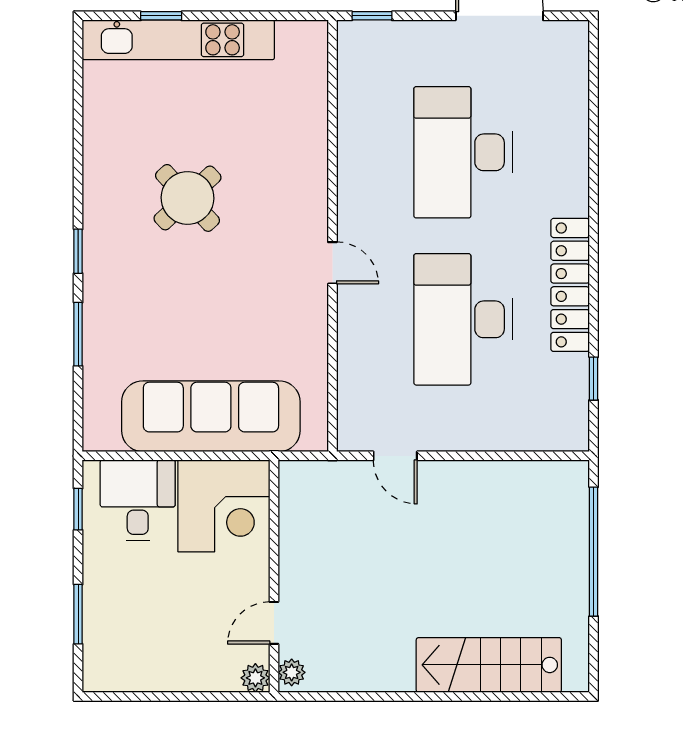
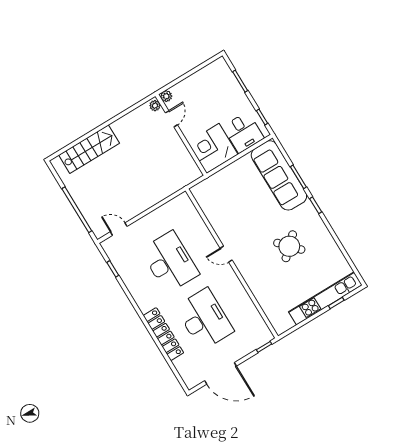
locker: (570, 285) -> (163, 334), moved
sofa: (211, 416) -> (279, 175), moved, turned 90
door: (395, 456) -> (119, 229), moved

